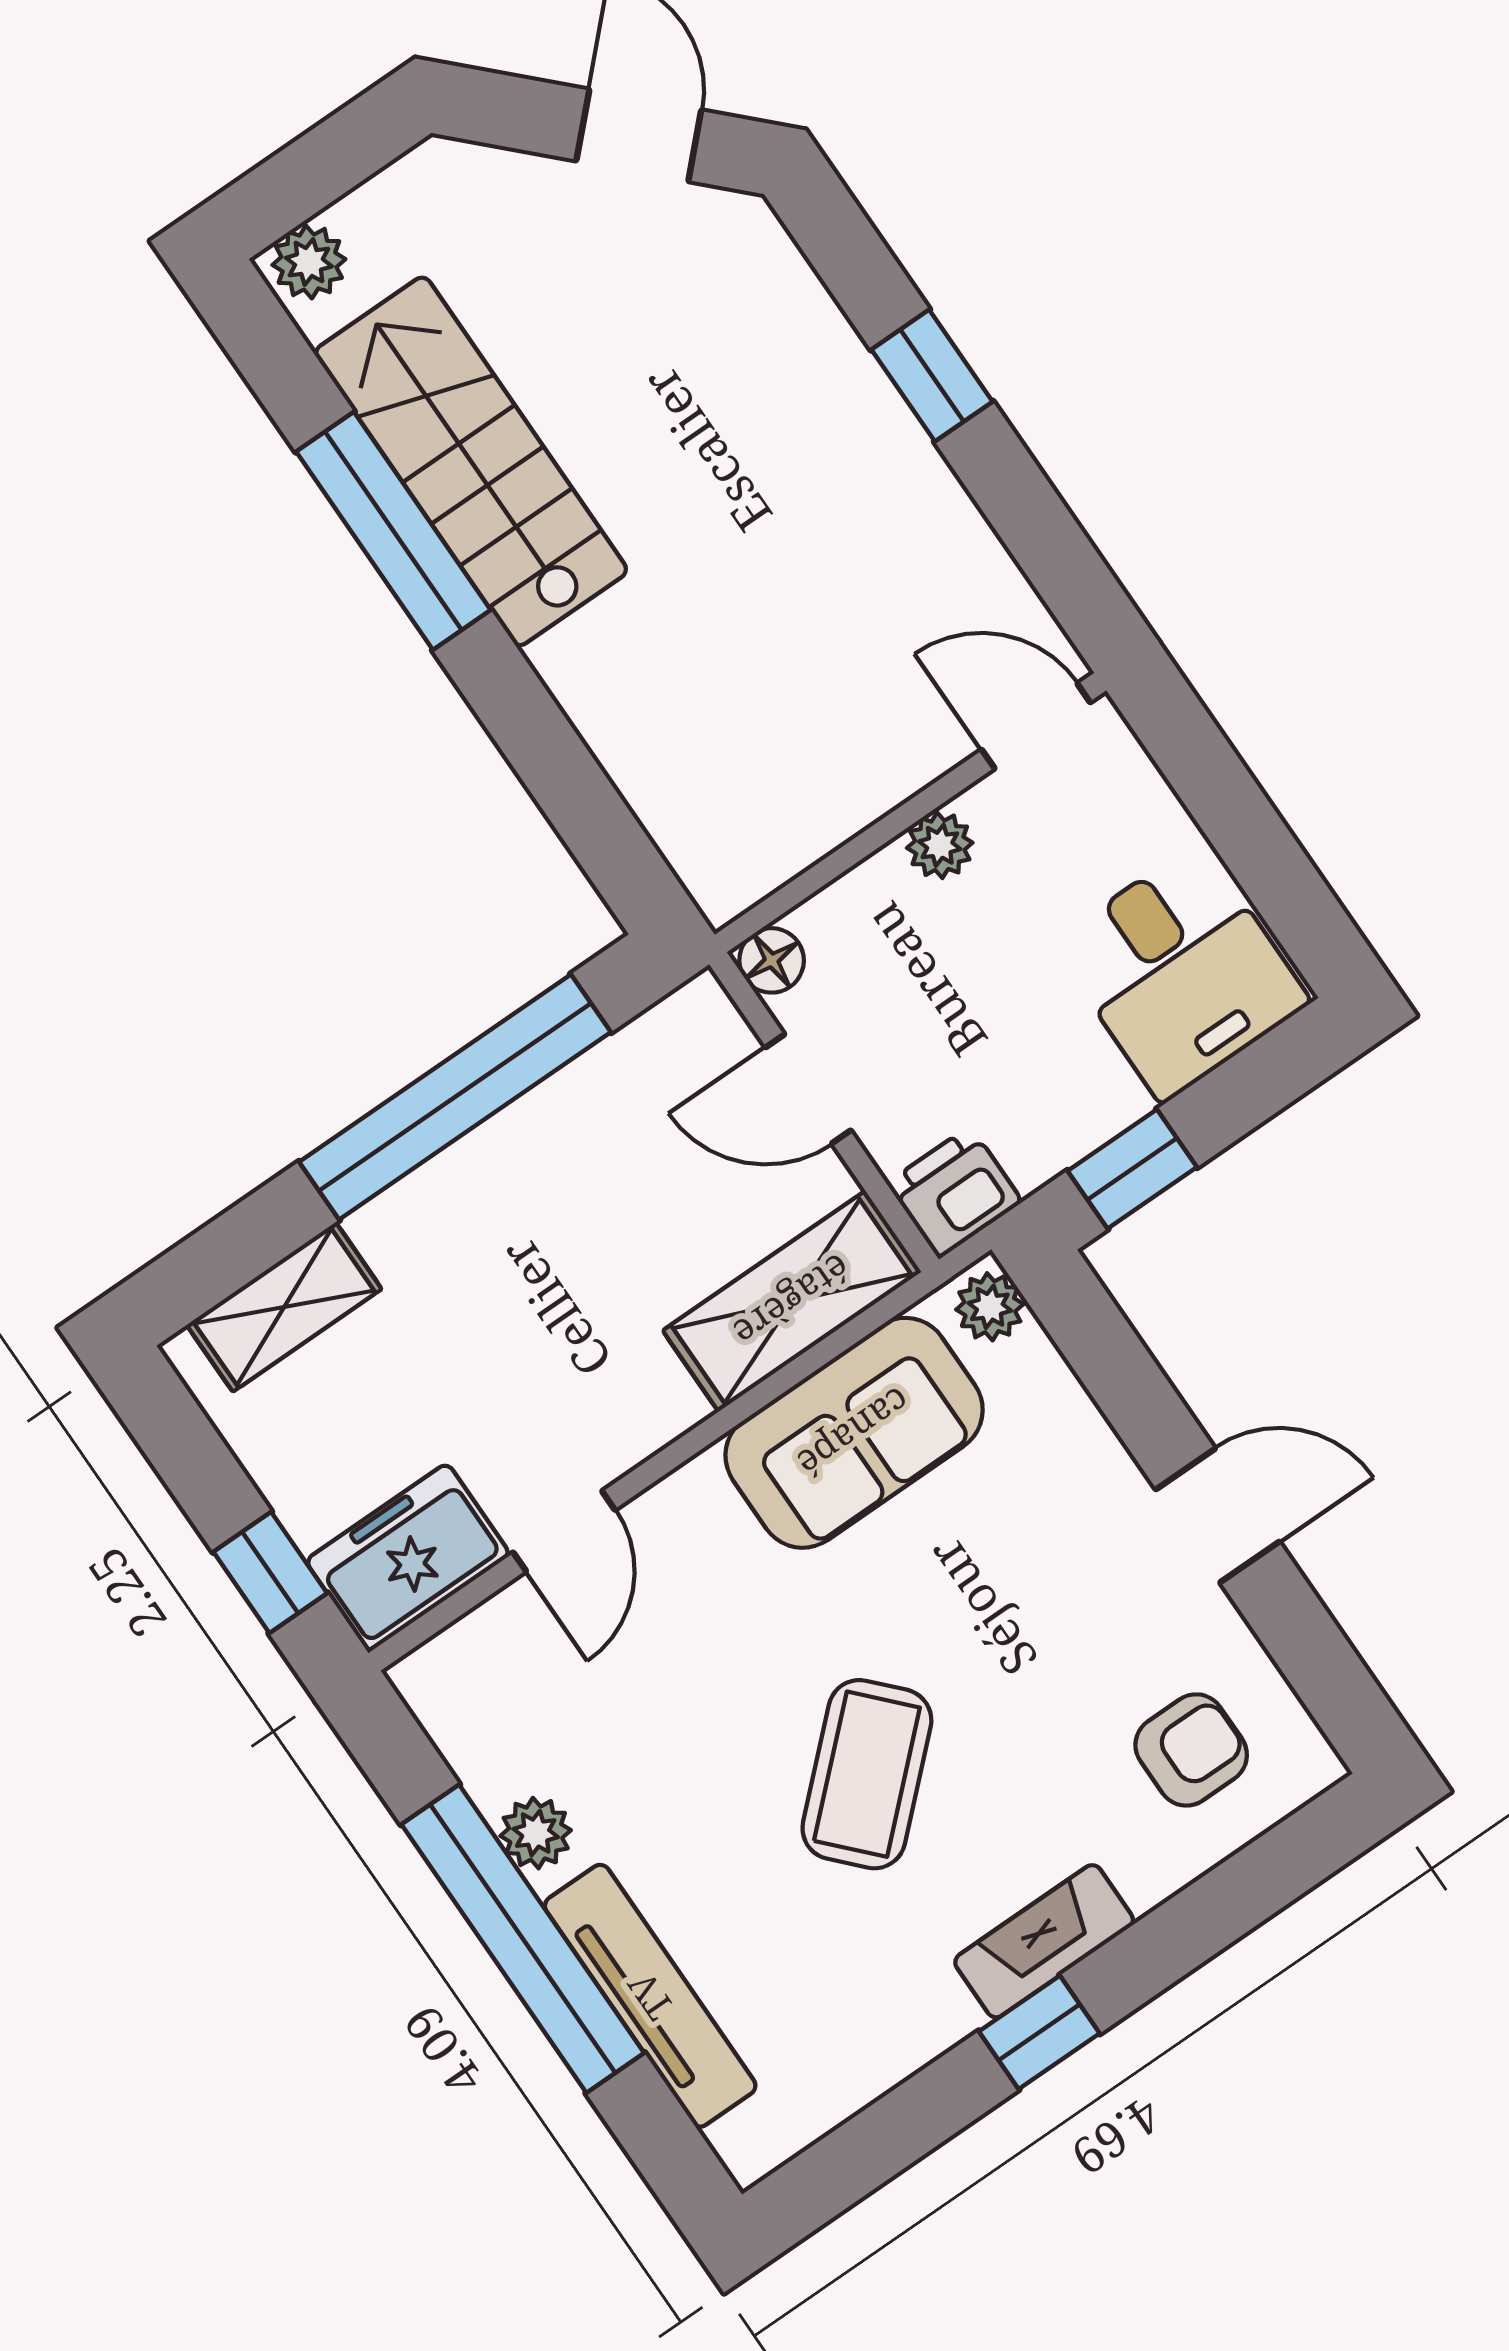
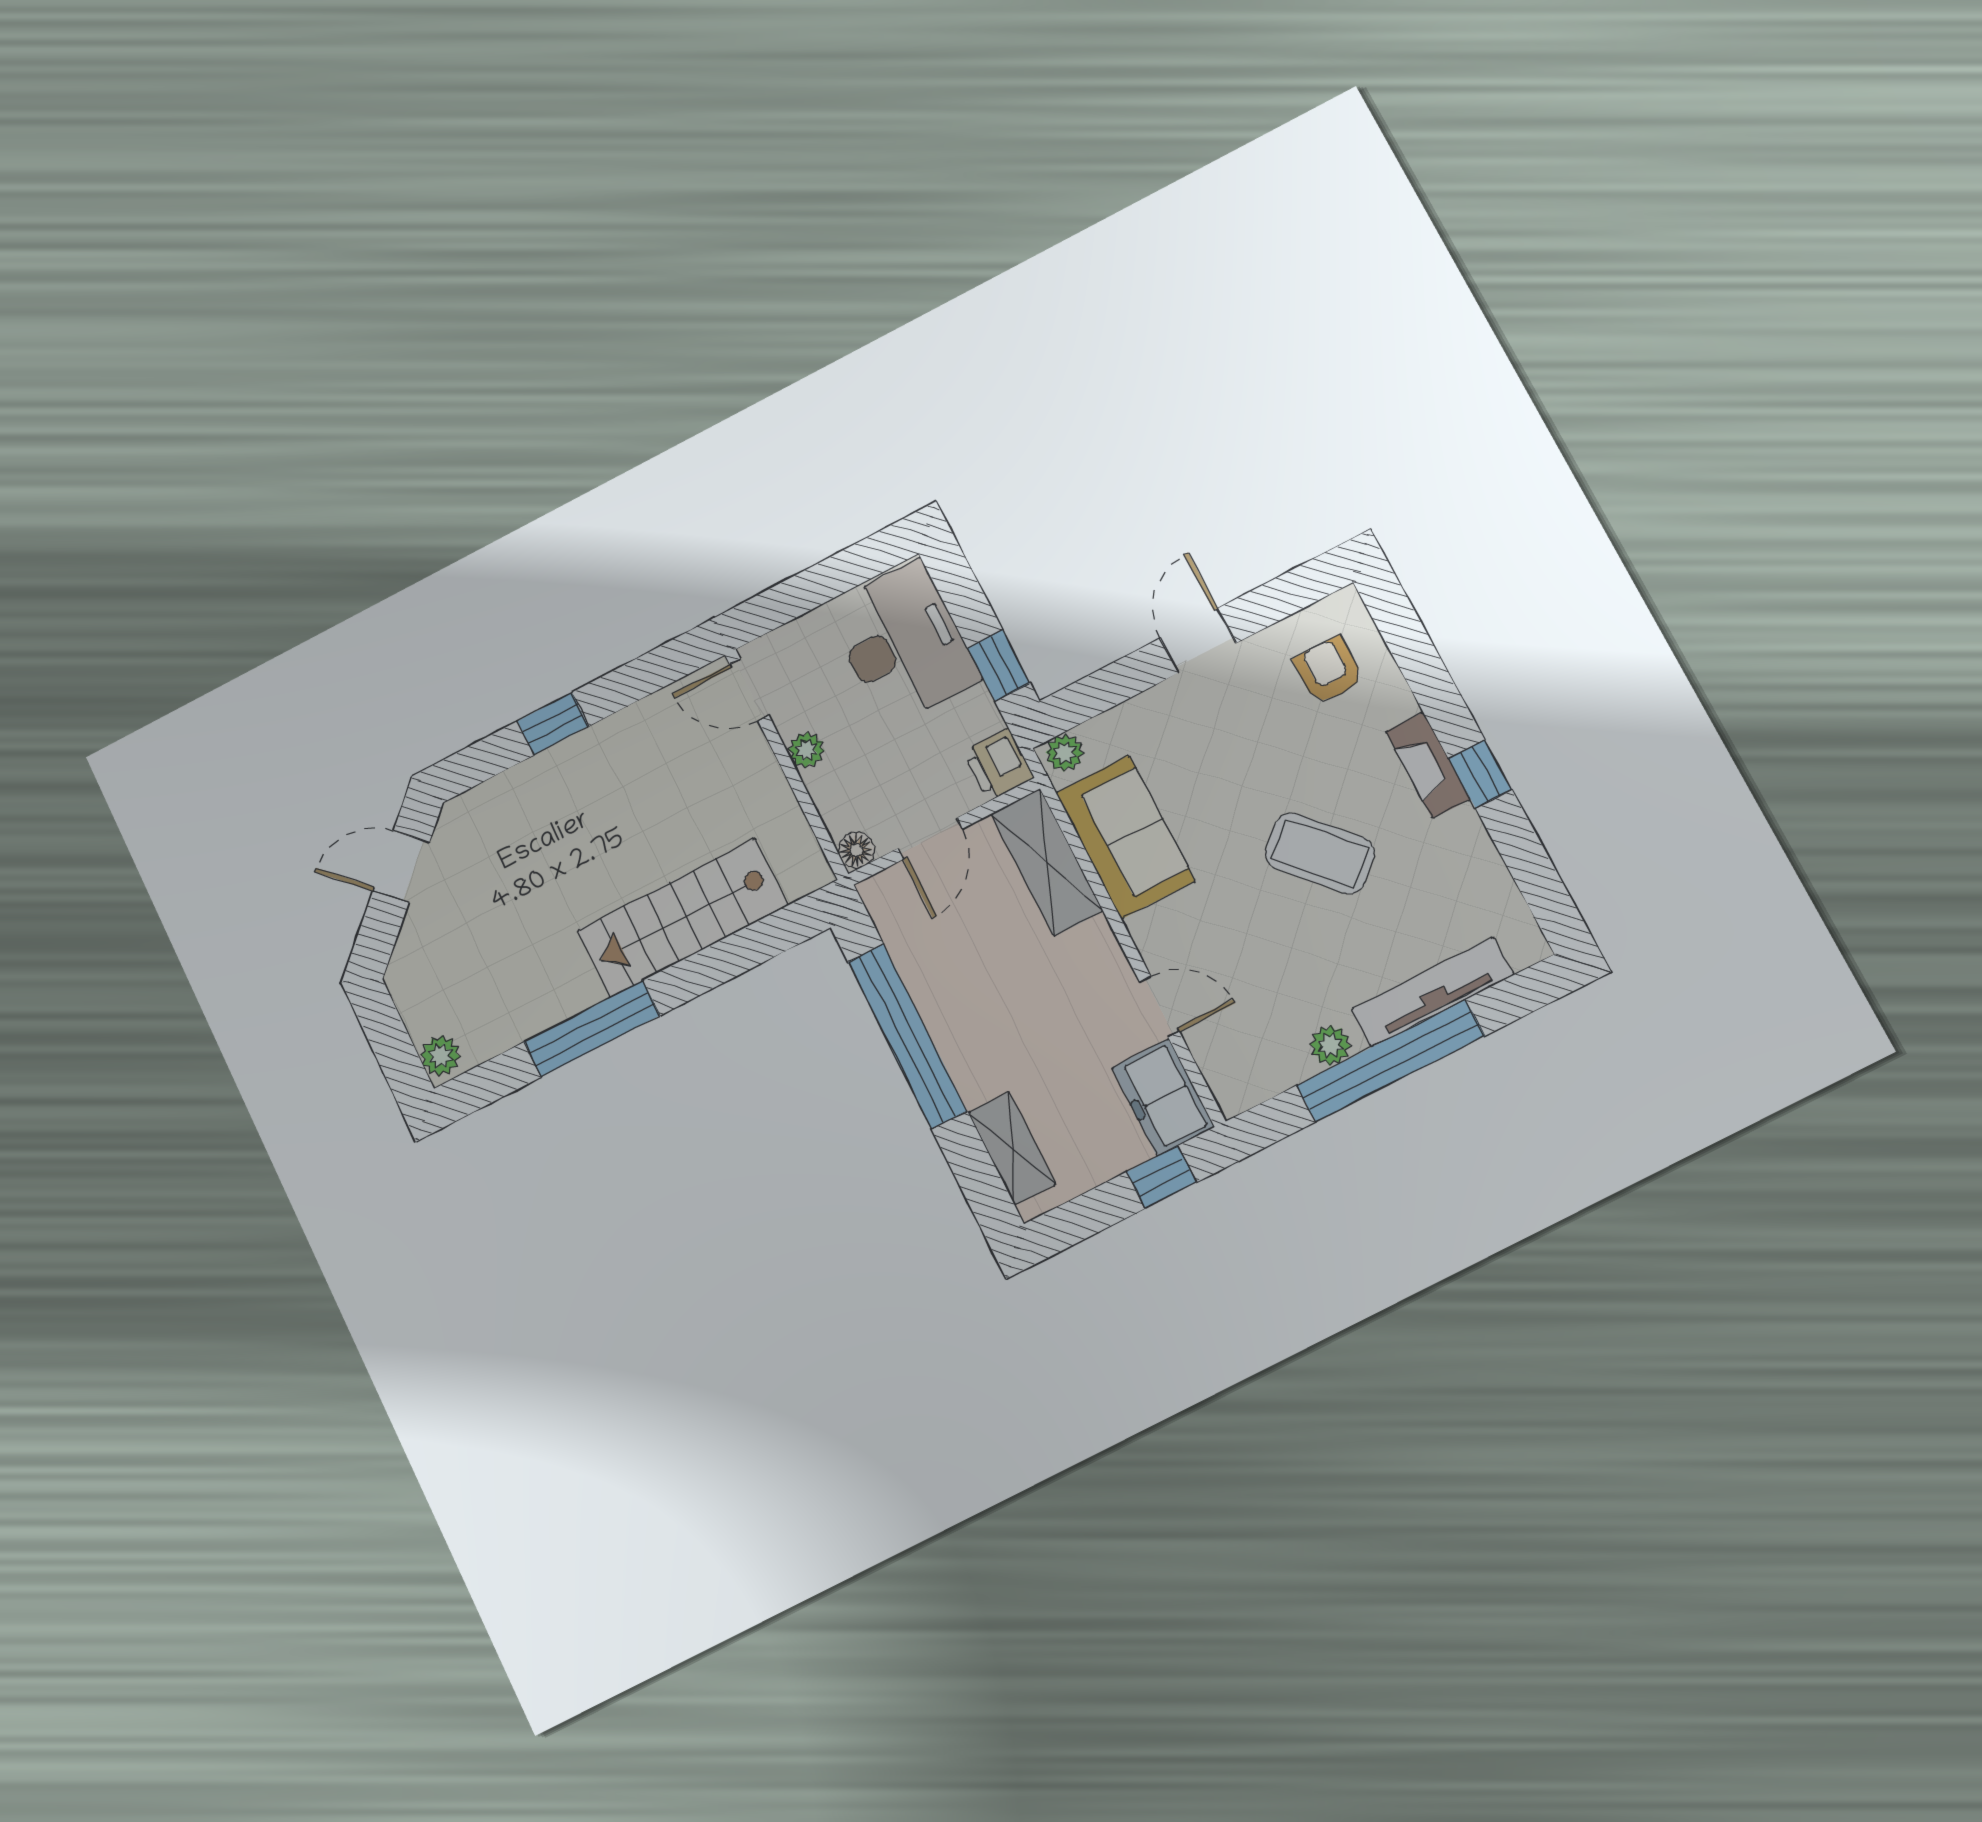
stairs: (471, 461) -> (683, 918), moved
door: (1036, 726) -> (749, 690), hinge flipped
desk: (1181, 972) -> (903, 643), width x1.37

